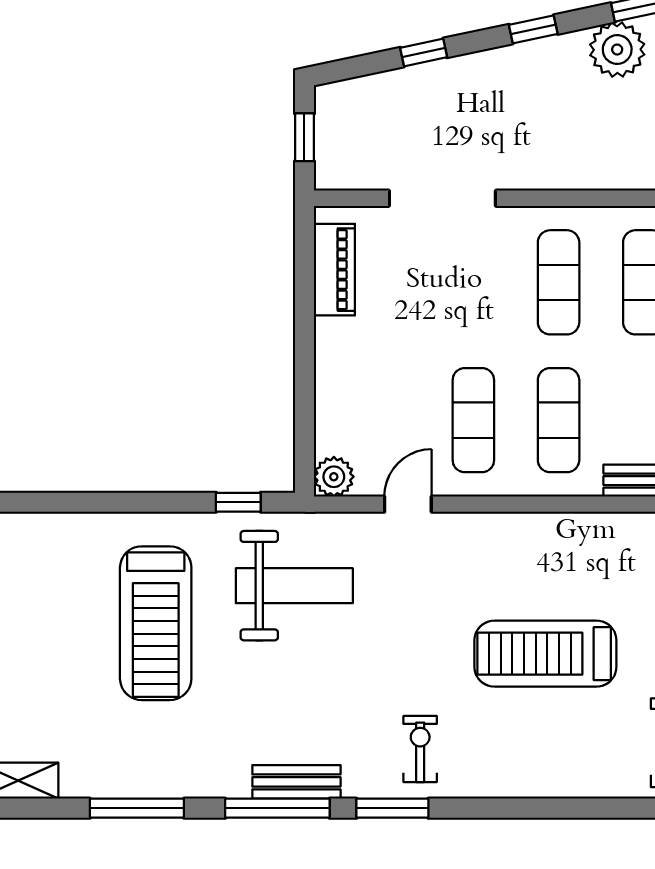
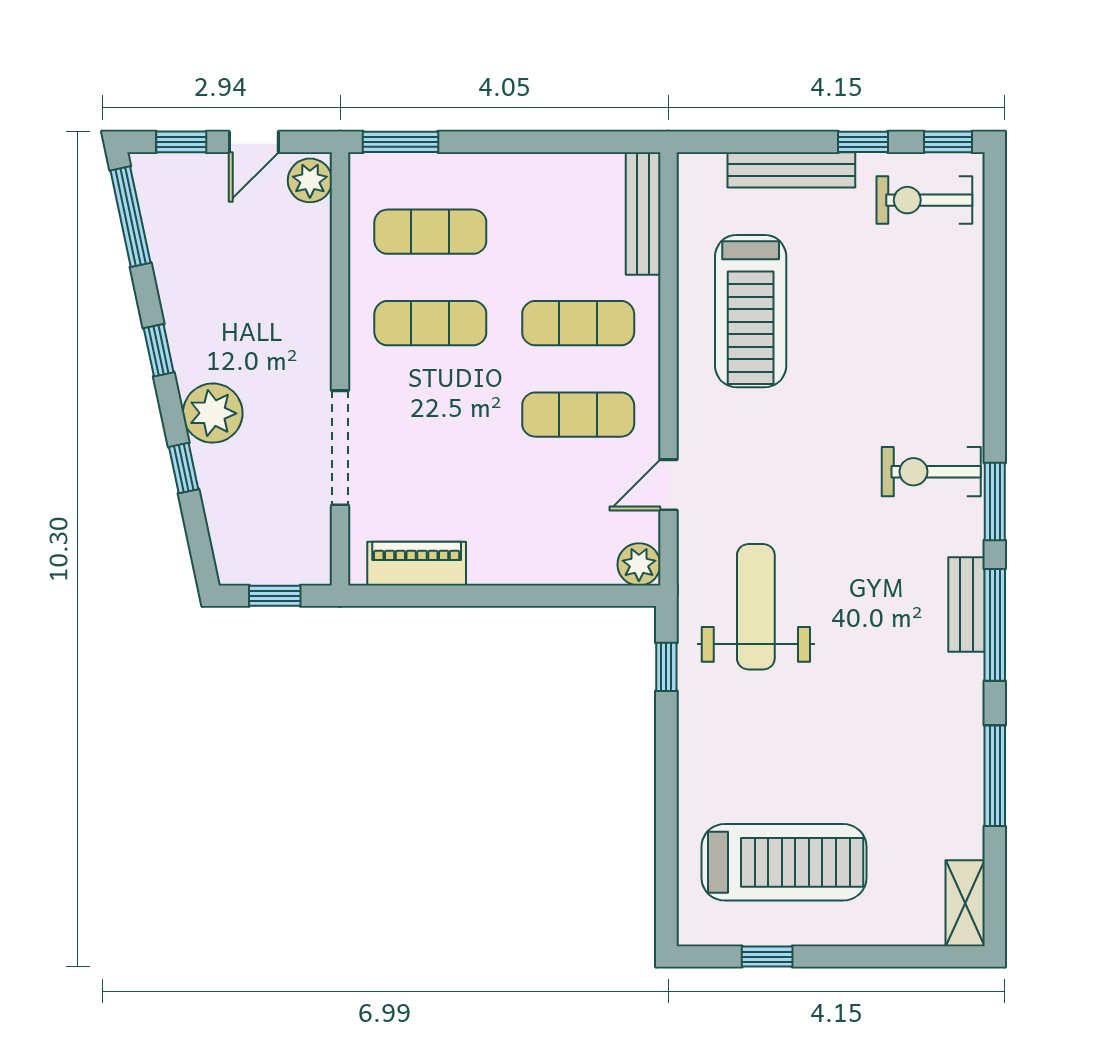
plant: (617, 50) -> (213, 413), moved
door: (408, 504) -> (668, 485), hinge flipped
treadmill: (156, 623) -> (784, 862), moved
treadmill: (545, 654) -> (751, 311), moved
exercise bike: (420, 749) -> (931, 472), width x1.38, depth x1.39

